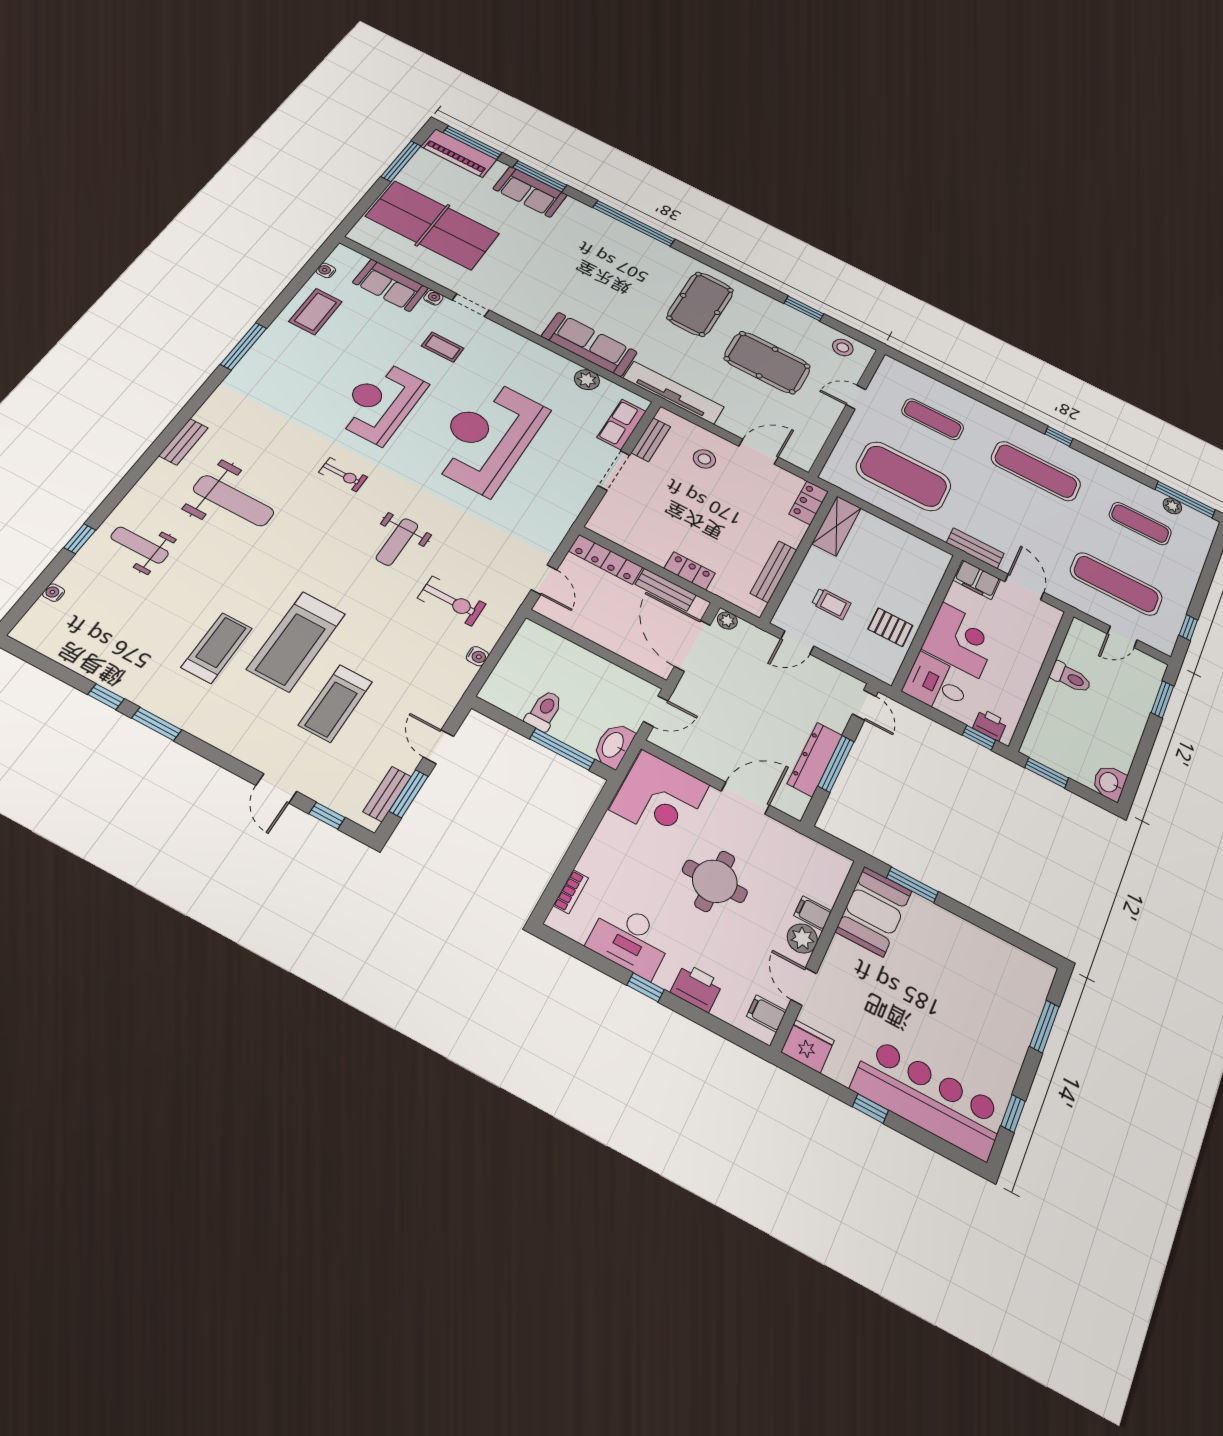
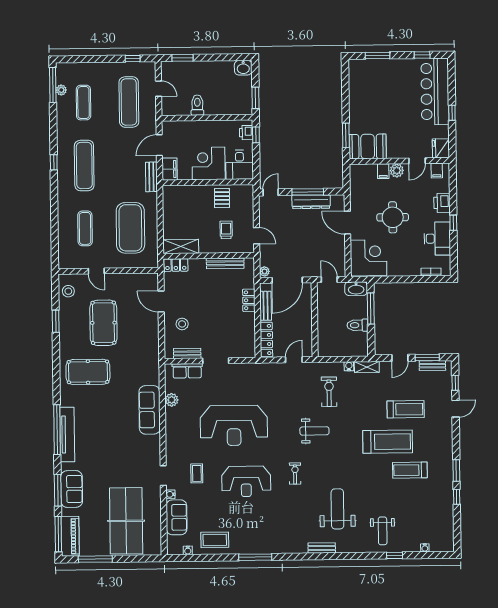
tv unit: (673, 393) -> (67, 434), moved, turned 180
shelving: (457, 684) -> (367, 367), added

